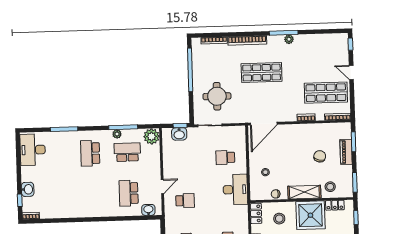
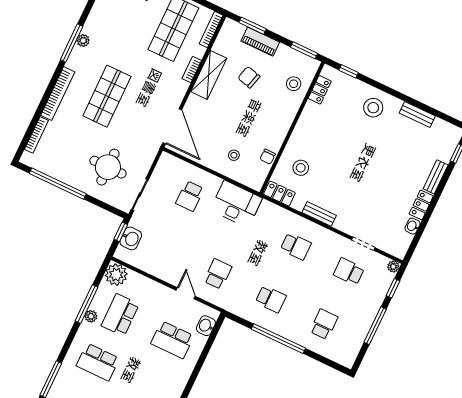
shelving: (304, 192) -> (209, 75), moved
shower: (310, 215) -> (317, 127), removed

